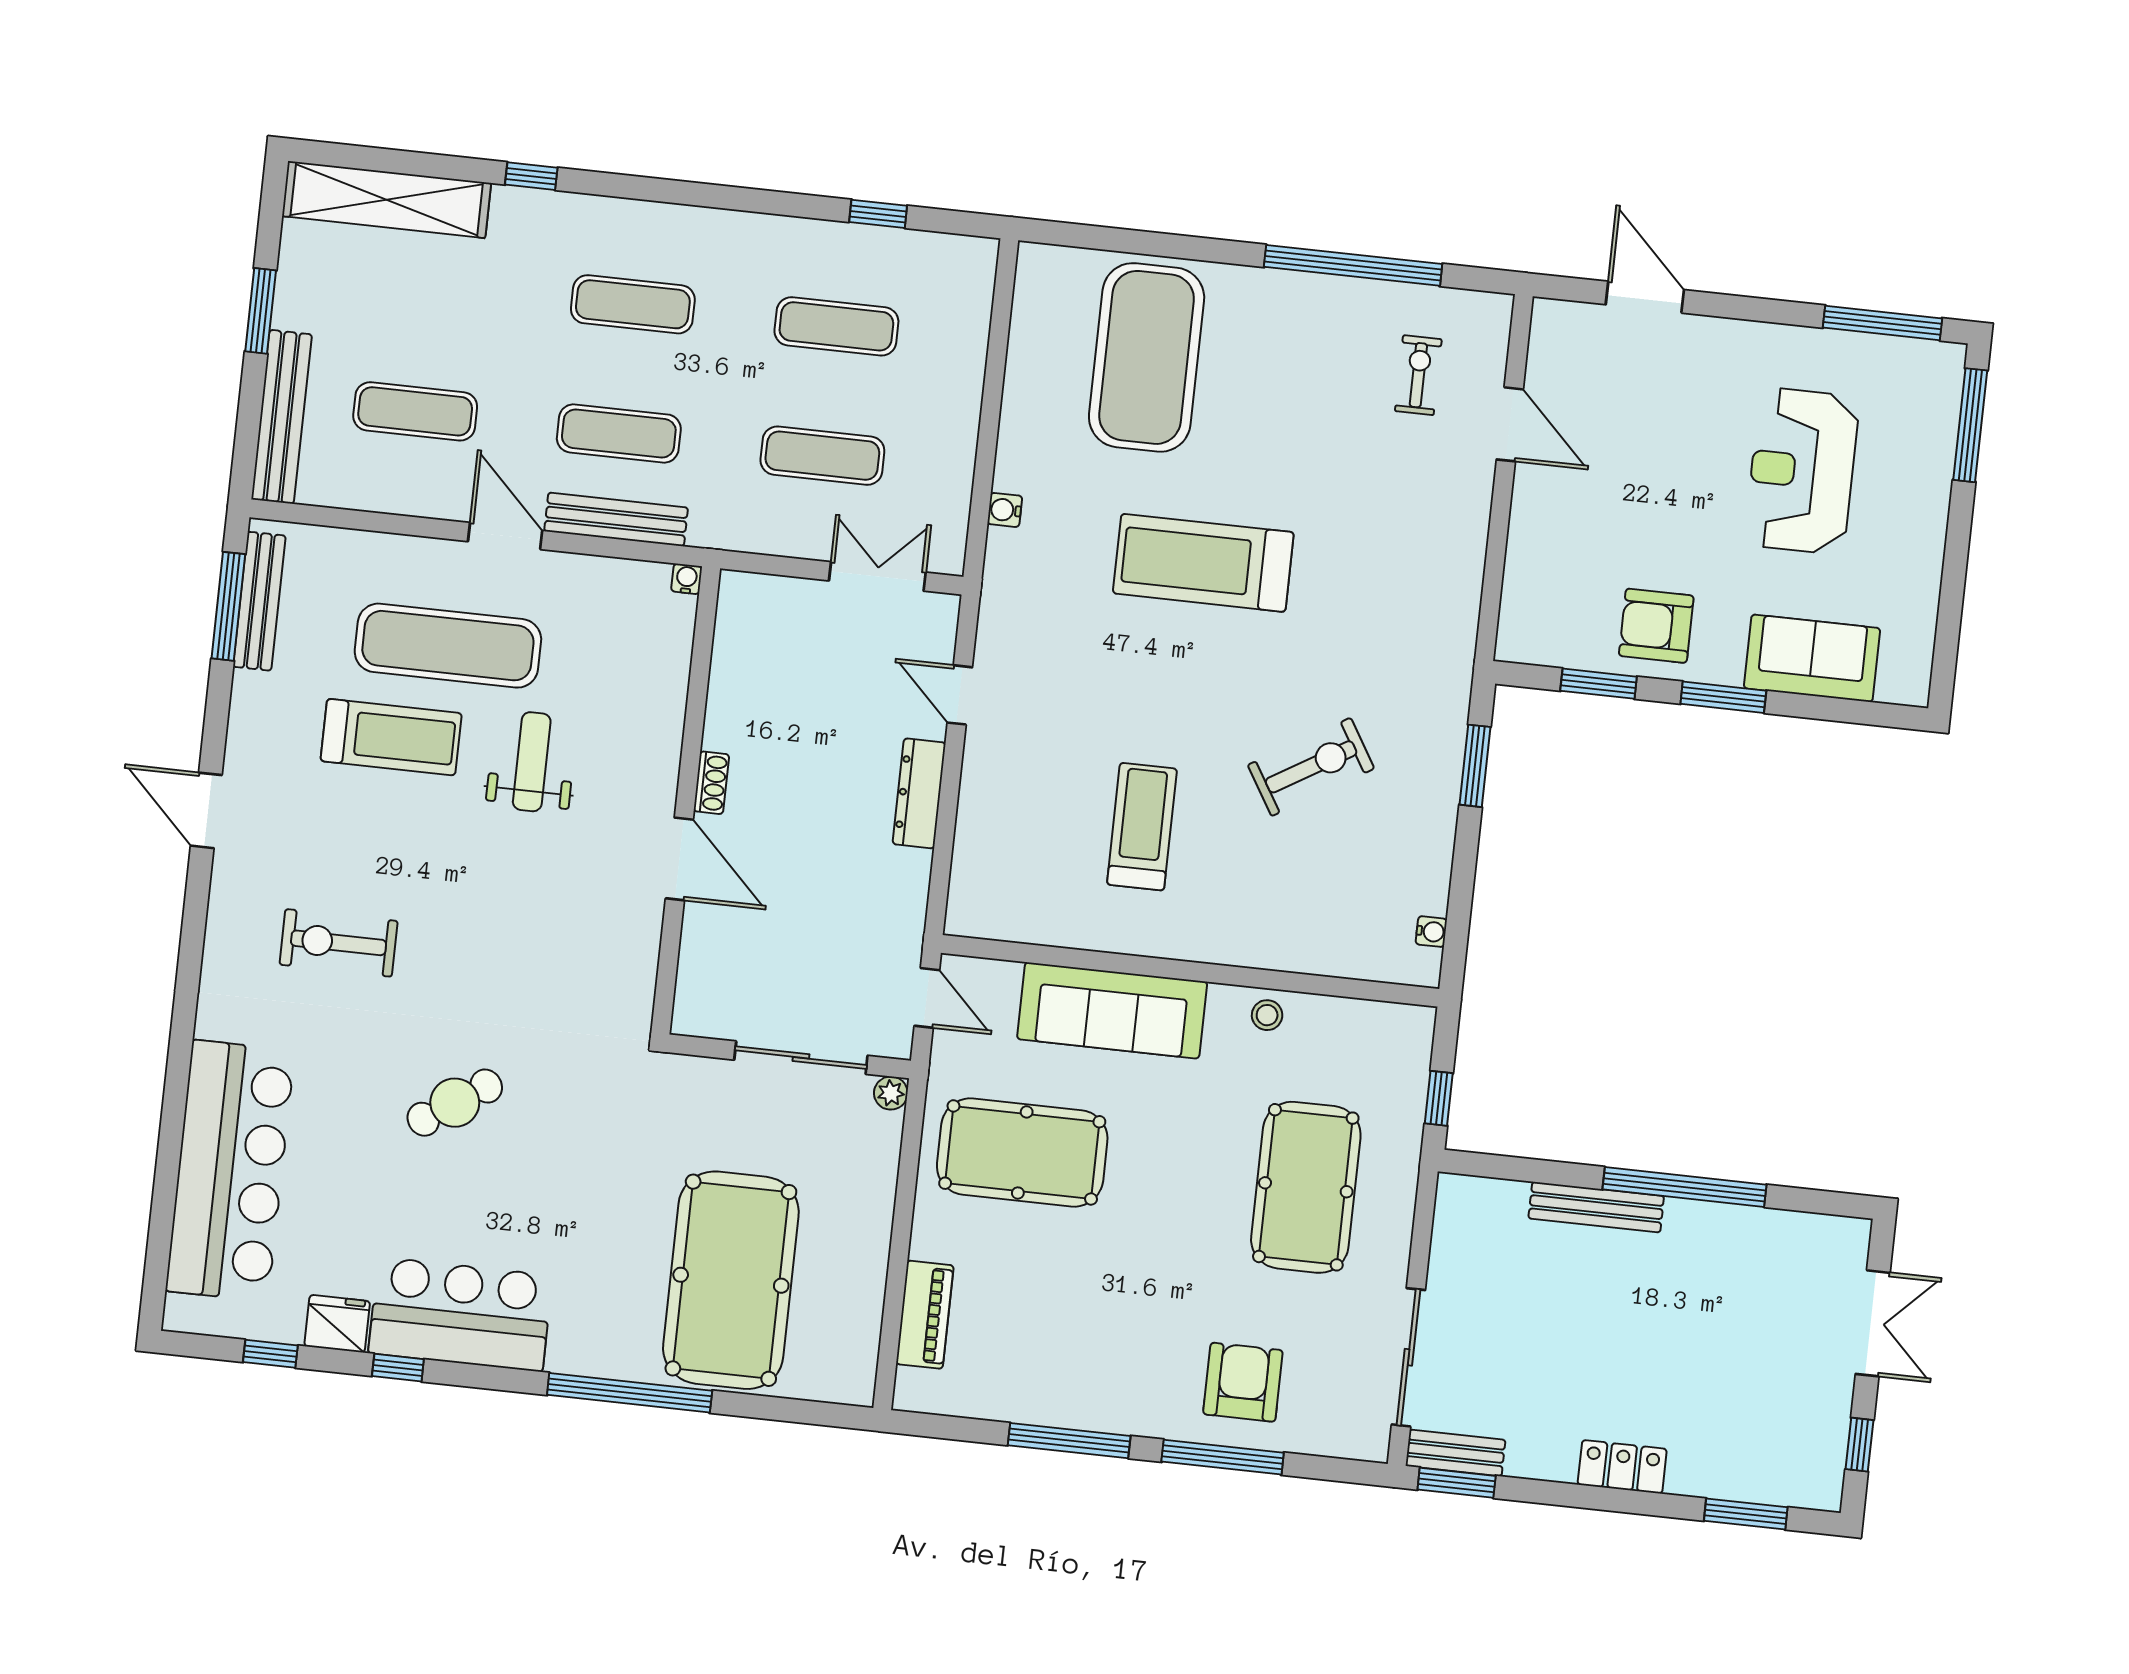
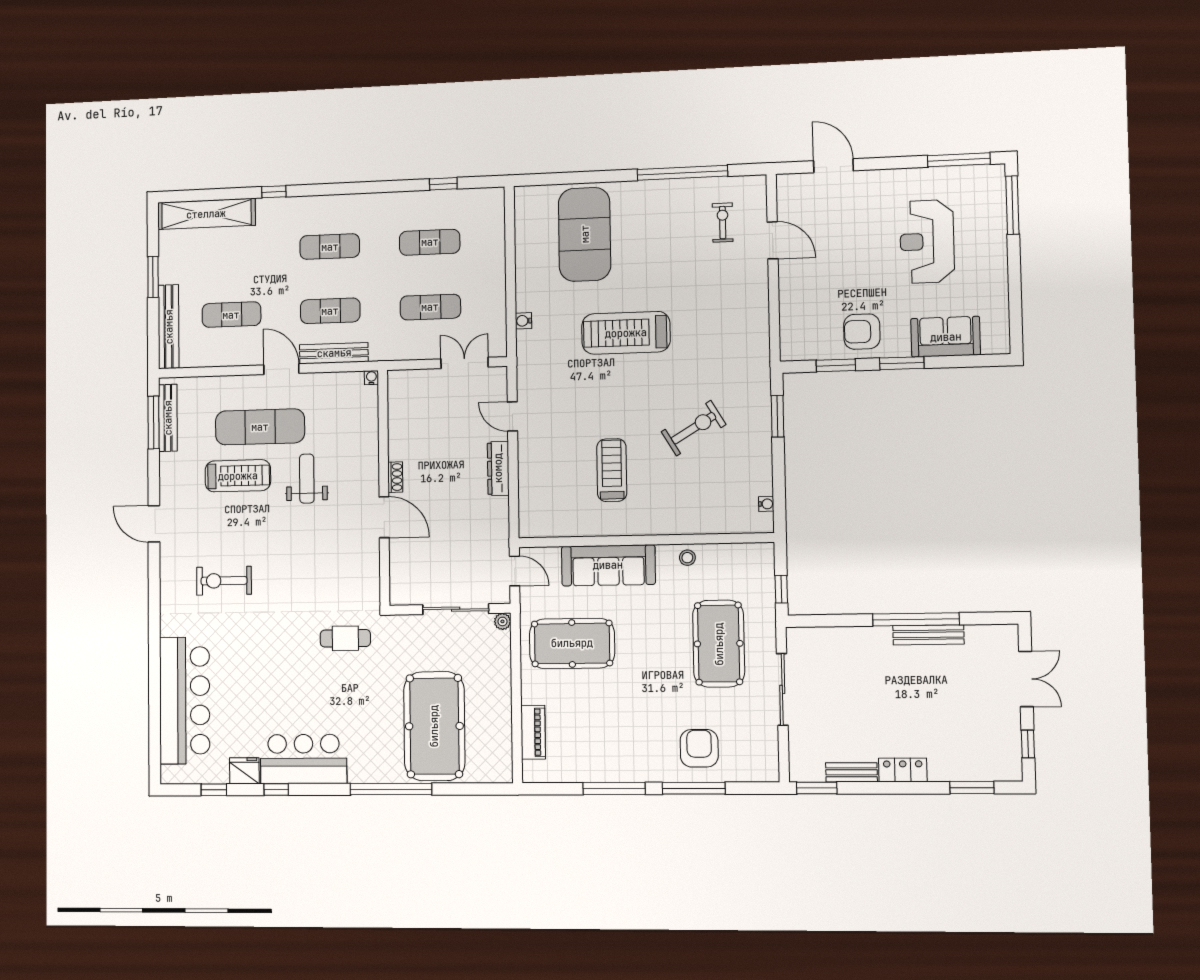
cafe table: (455, 1103) -> (345, 638), moved, turned 34
bench: (1596, 1207) -> (928, 635), moved
sliding door: (1408, 1357) -> (782, 689), moved
bench: (1455, 1453) -> (851, 772), moved

